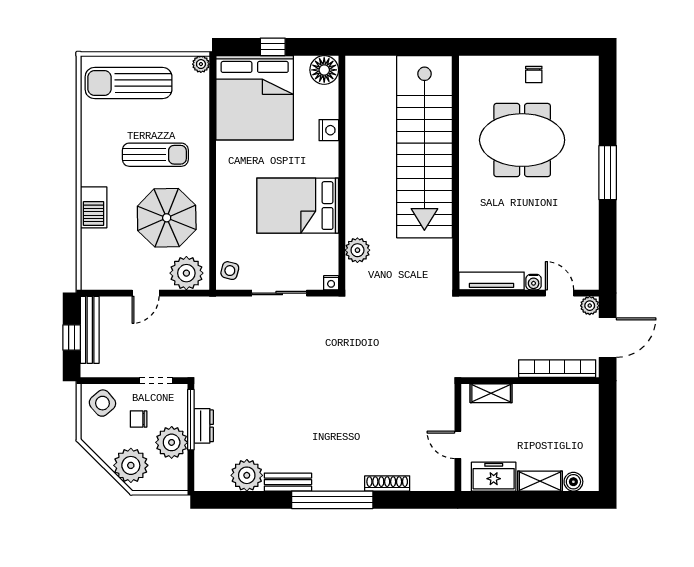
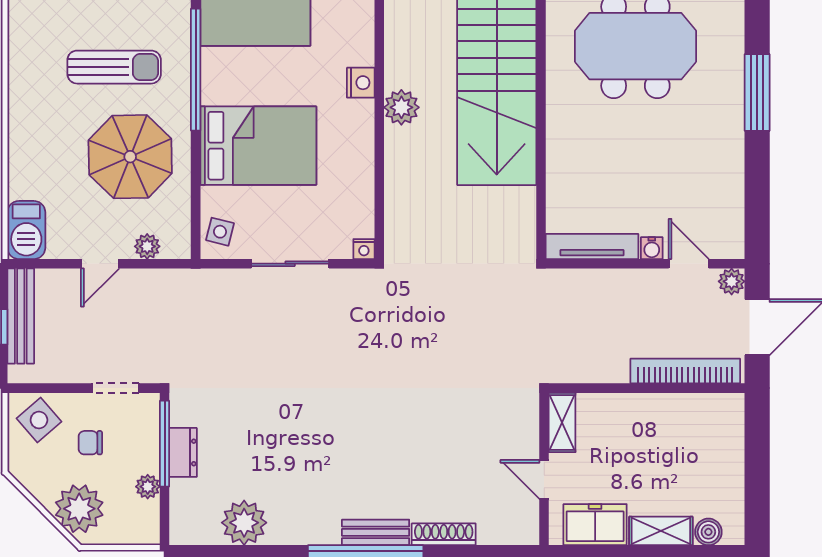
nightstand: (329, 130) -> (361, 83), moved
window: (213, 157) -> (196, 70), added
bed: (298, 206) -> (258, 146), moved, turned 180
barbecue: (94, 207) -> (26, 230), moved
plant: (357, 250) -> (401, 107), moved
plant: (186, 273) -> (147, 246), width x0.53, depth x0.53
shelving: (491, 393) -> (562, 423), moved, turned 90
plant: (172, 442) -> (148, 487), width x0.53, depth x0.53
bench: (288, 482) -> (376, 532), moved

